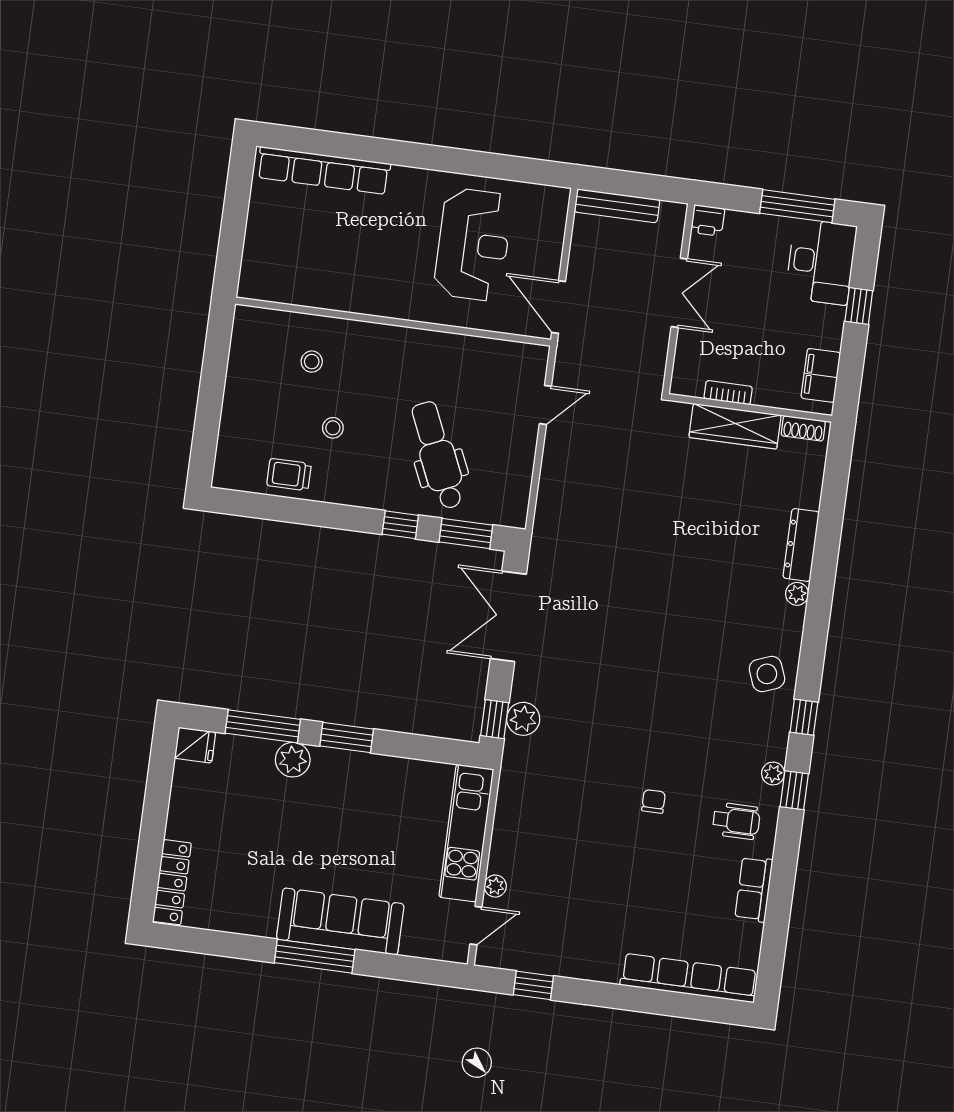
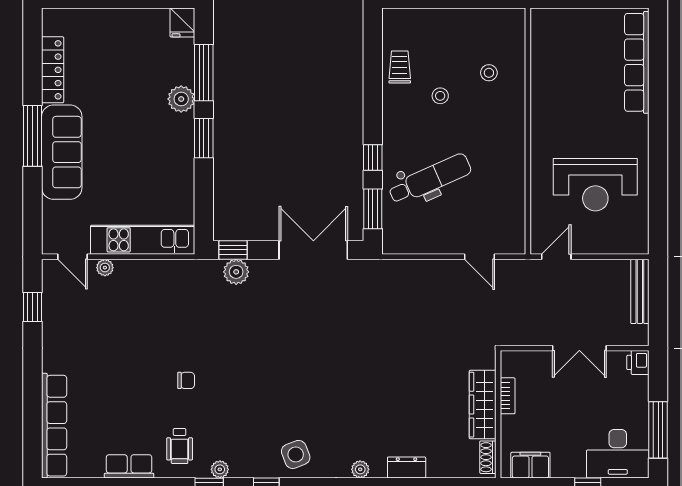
door: (559, 307) -> (556, 257), width x0.73
dresser: (801, 545) -> (407, 468), width x0.70
locker: (172, 882) -> (53, 70), moved, turned -90

